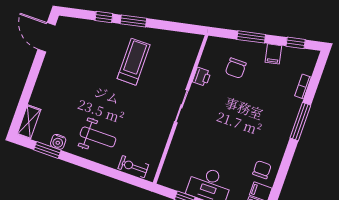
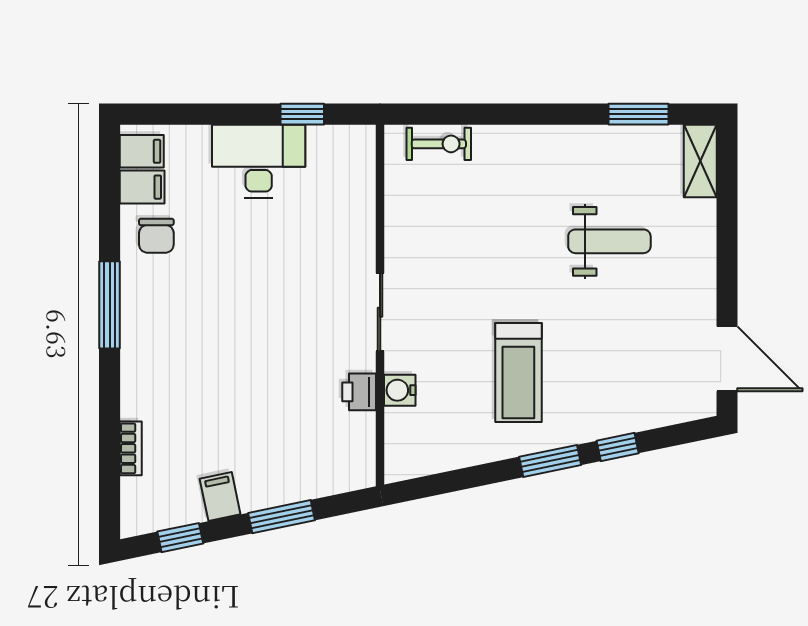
chair: (236, 68) -> (291, 437), removed
window: (300, 122) -> (110, 305), moved
weight bench: (98, 137) -> (609, 241), moved, turned 180
water cooler: (58, 142) -> (400, 390), moved, turned -90

